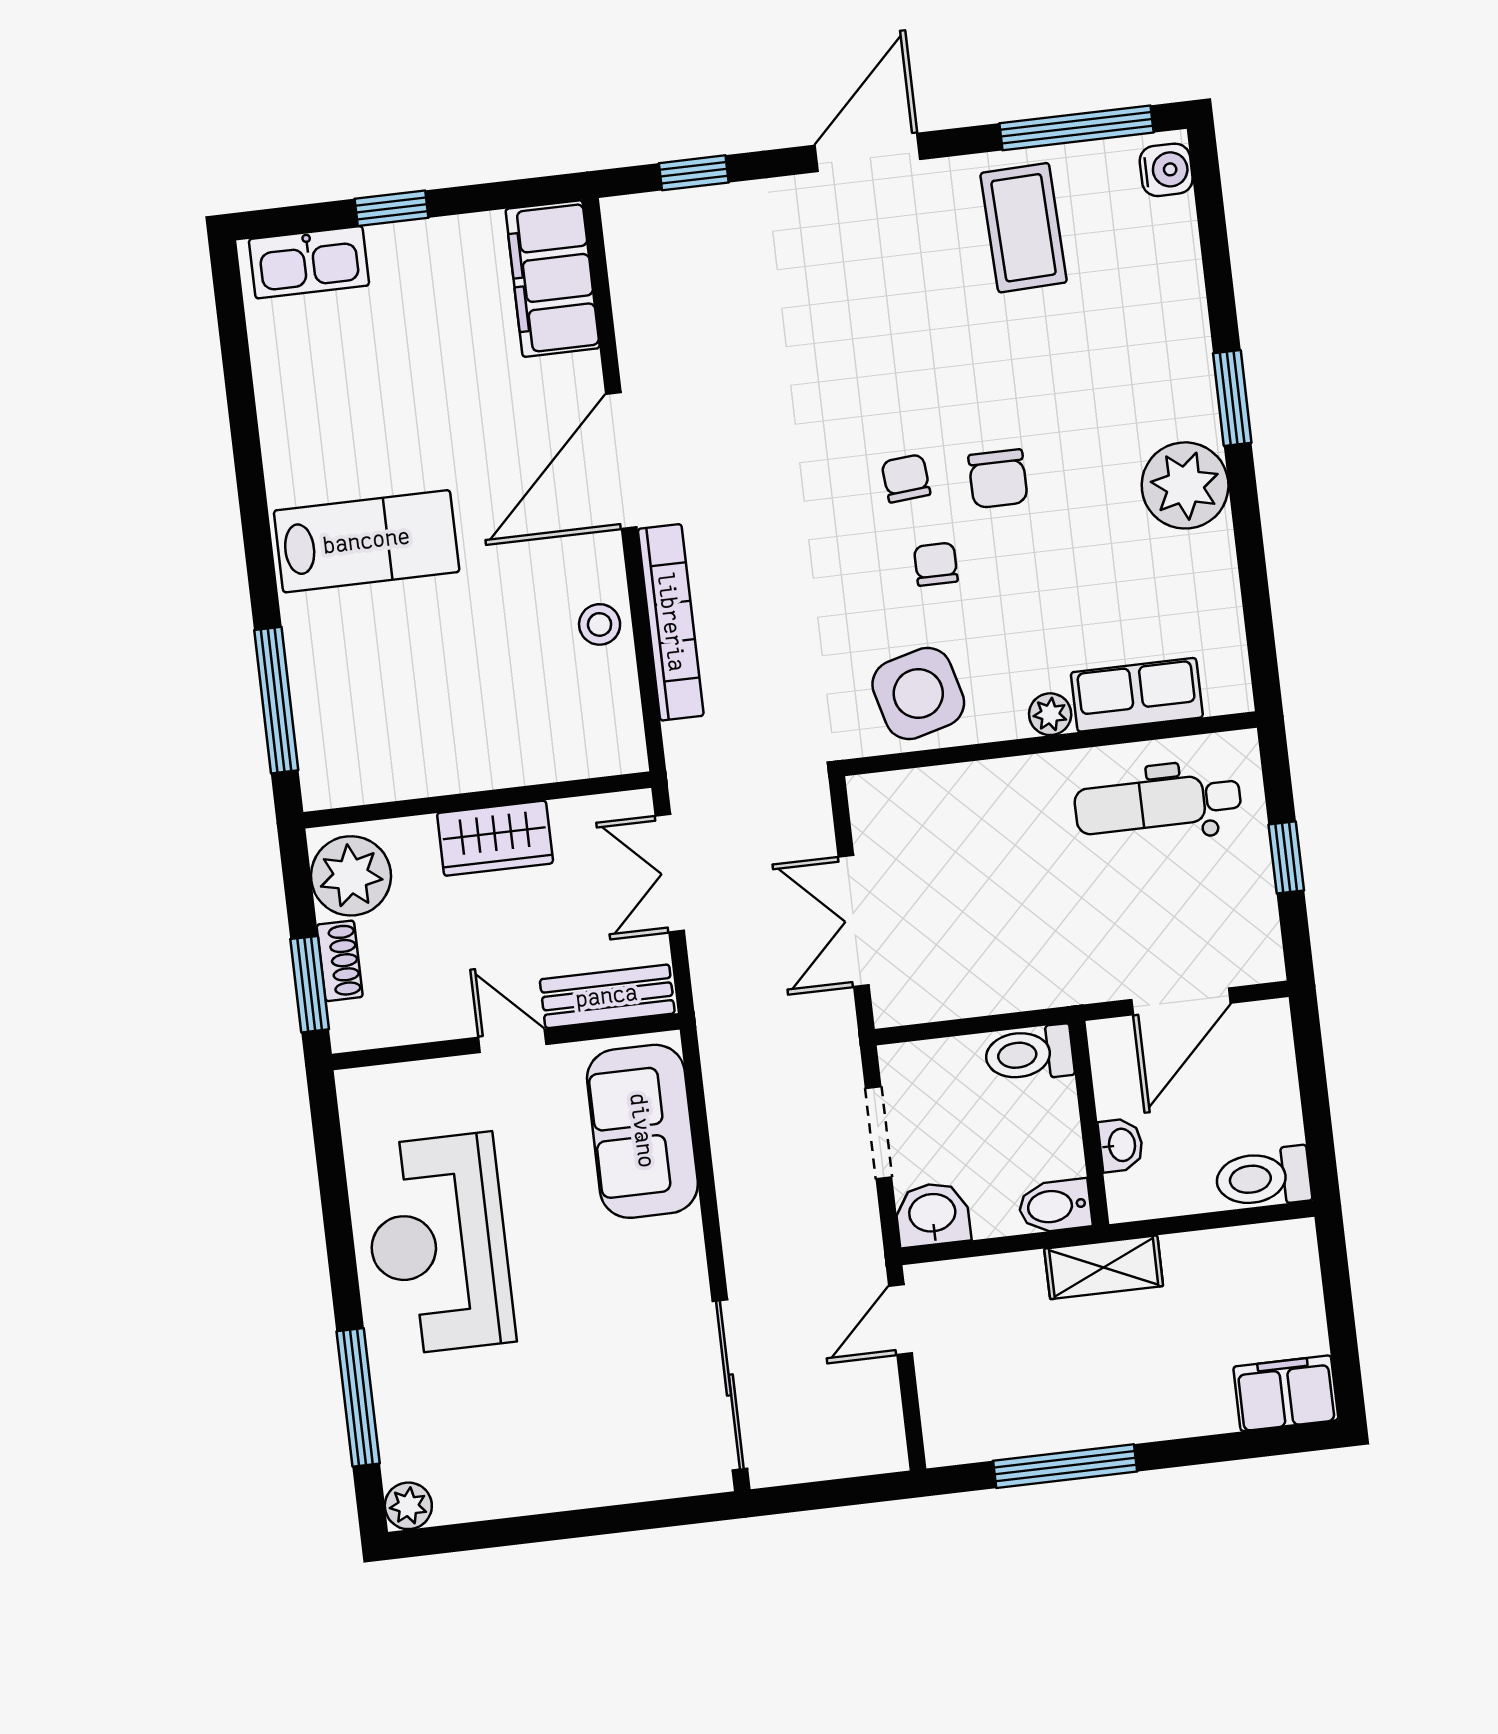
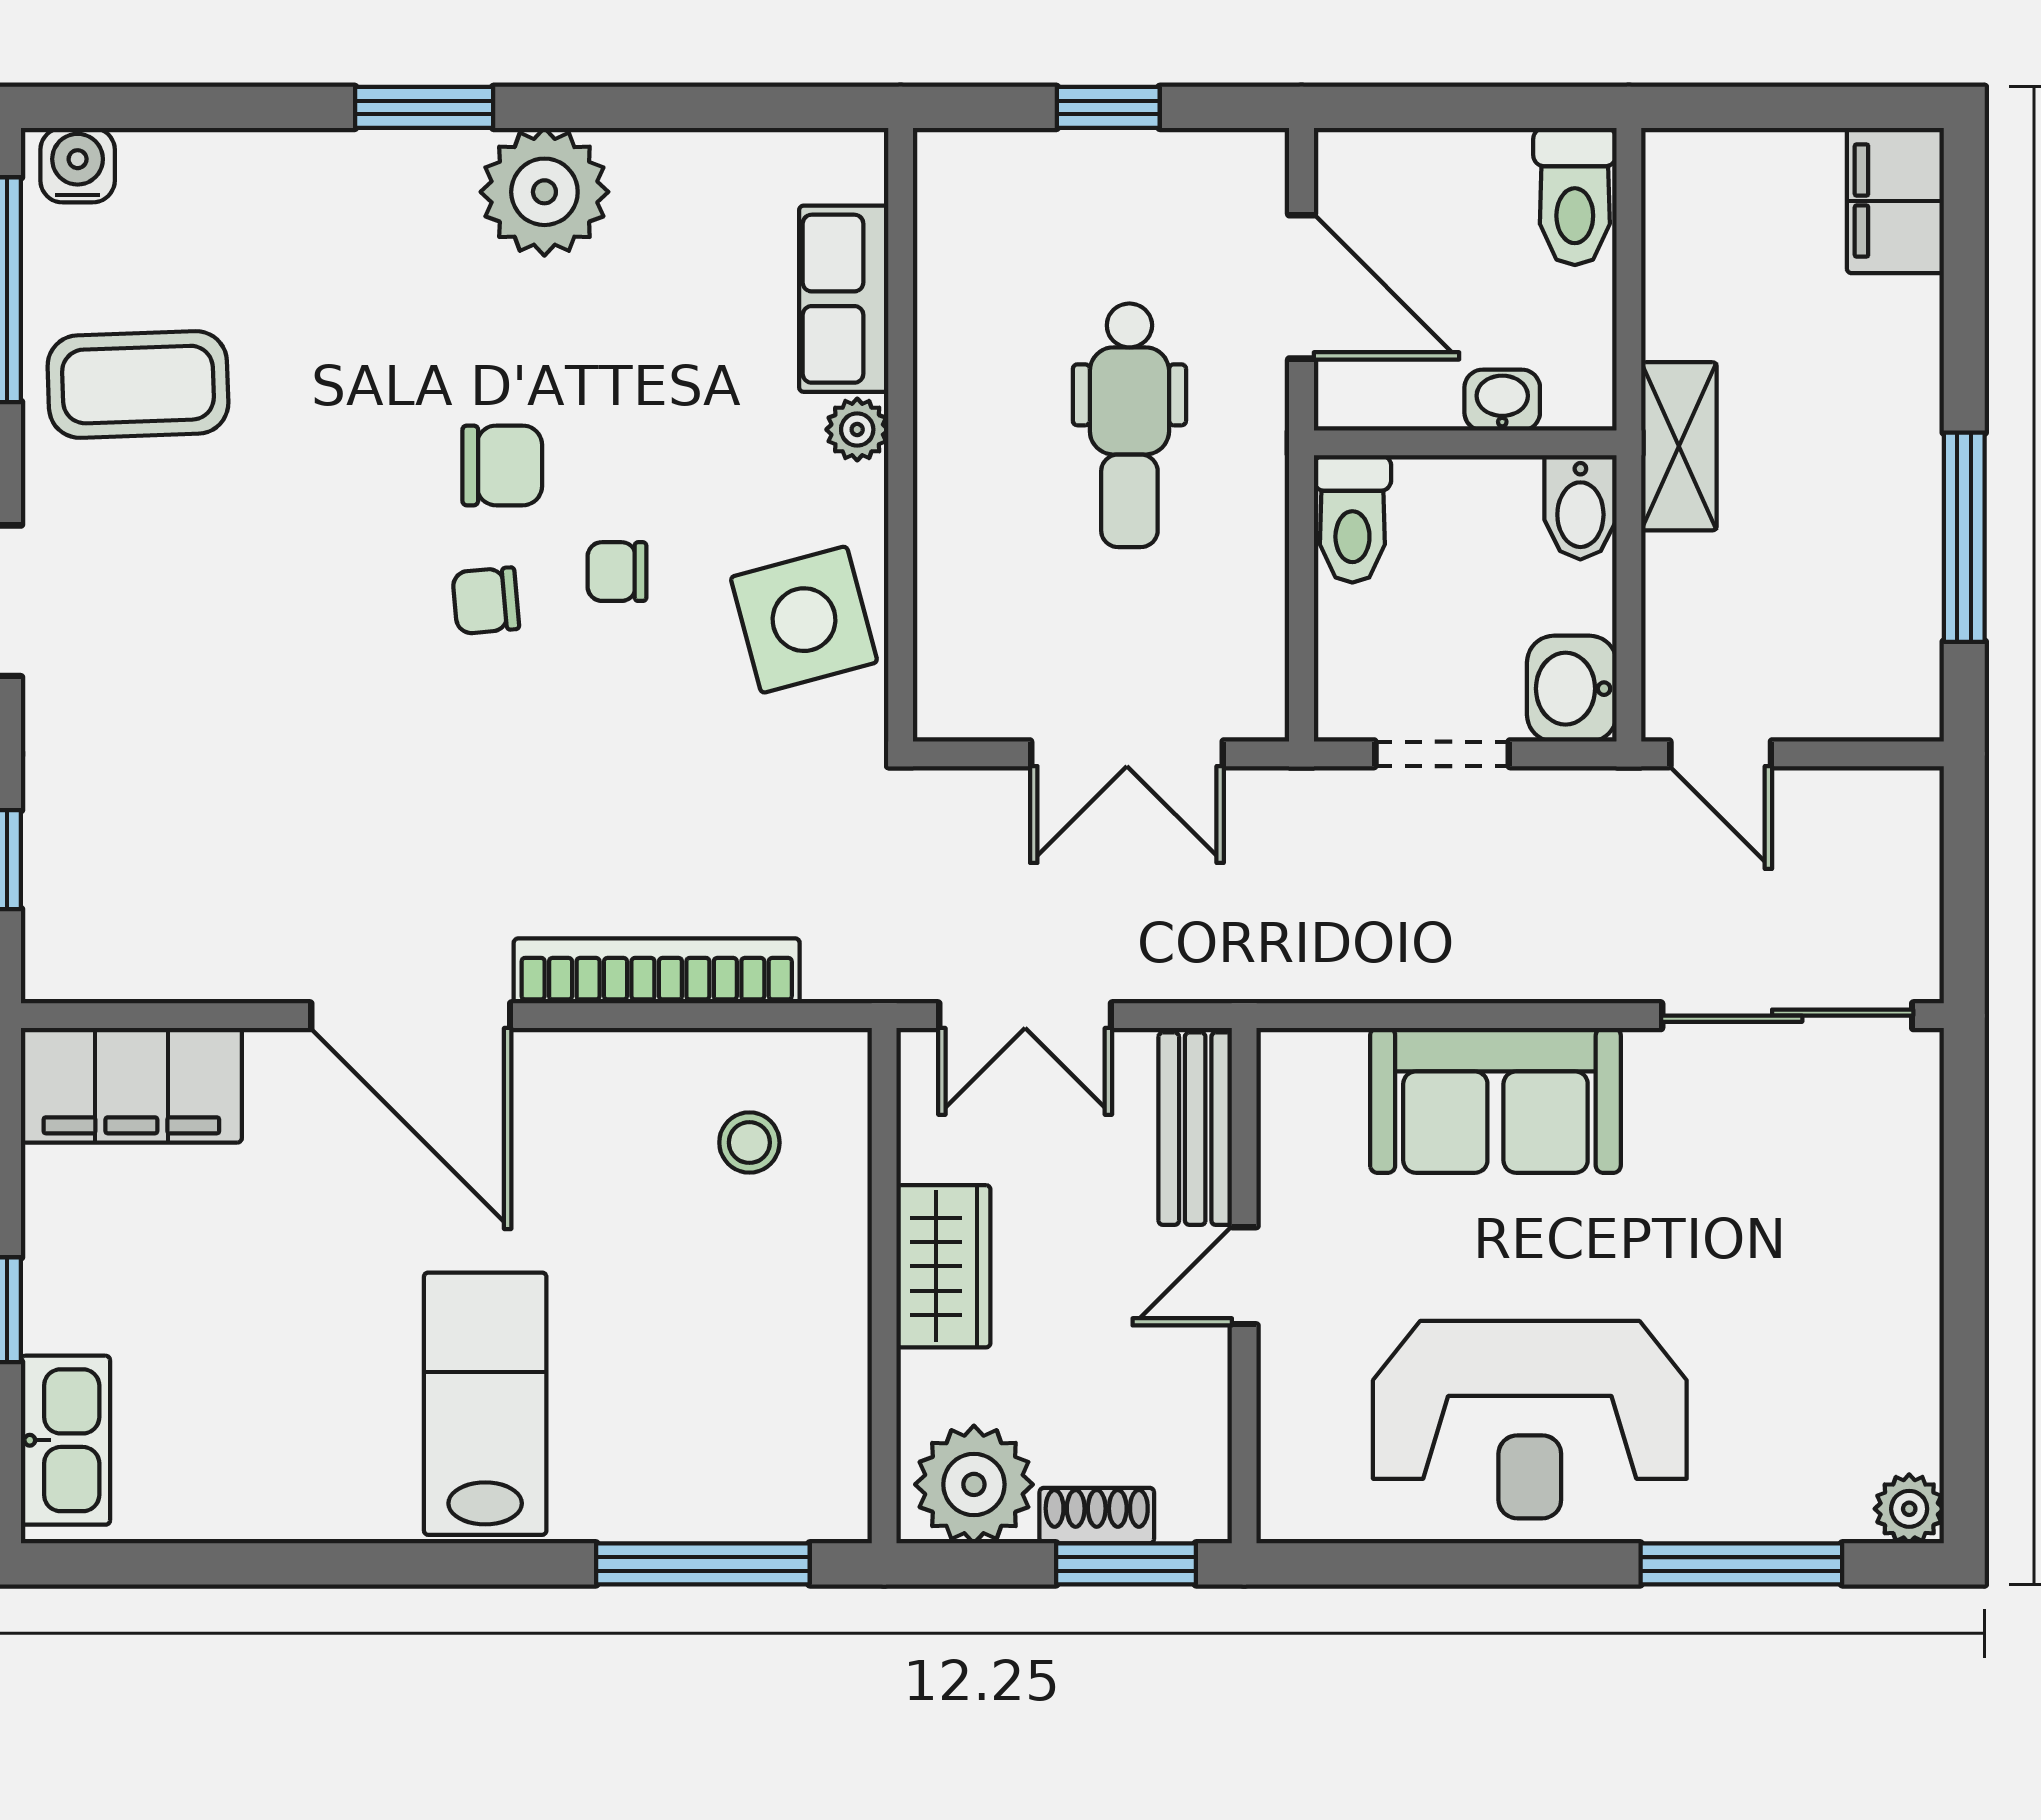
stool: (600, 624) -> (749, 1143), moved
dental chair: (1158, 803) -> (1129, 425), moved
sofa: (642, 1131) -> (1495, 1100), moved

